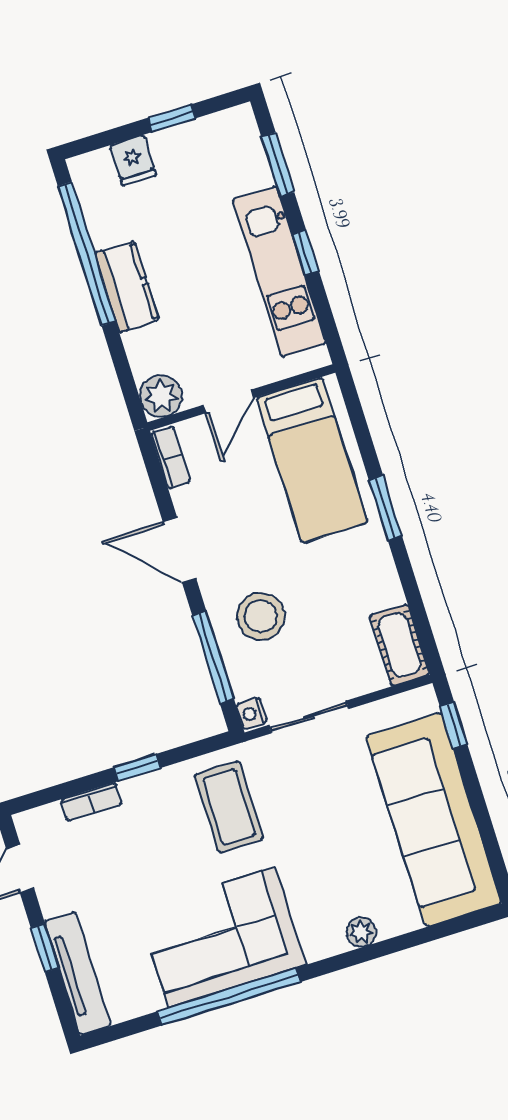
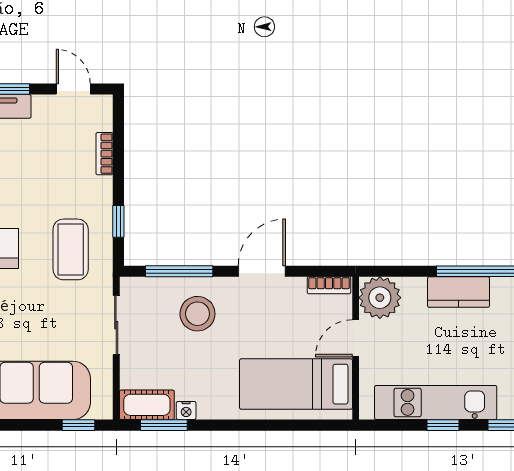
plant: (161, 396) -> (380, 298), width x1.36, depth x1.36
door: (229, 401) -> (356, 338), hinge flipped
window: (385, 508) -> (164, 425), moved
nightstand: (252, 713) -> (186, 411), moved, turned 180
window: (137, 768) -> (118, 221), moved
coffee table: (229, 807) -> (71, 249), turned 90

